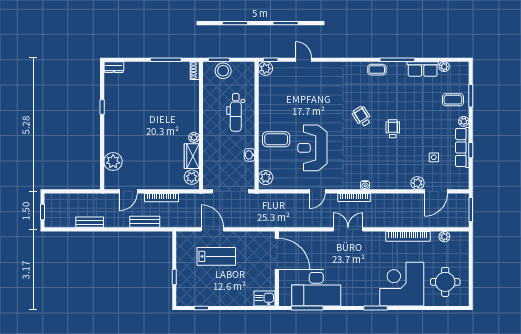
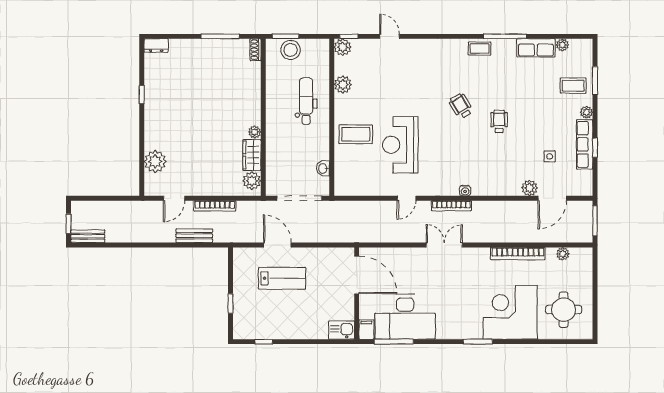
dental chair: (236, 112) -> (306, 101), turned 180
washbasin: (250, 155) -> (323, 168), moved
plant: (266, 178) -> (343, 85), moved
bench: (90, 222) -> (88, 236), moved
filing cabinet: (285, 298) -> (366, 329), added

